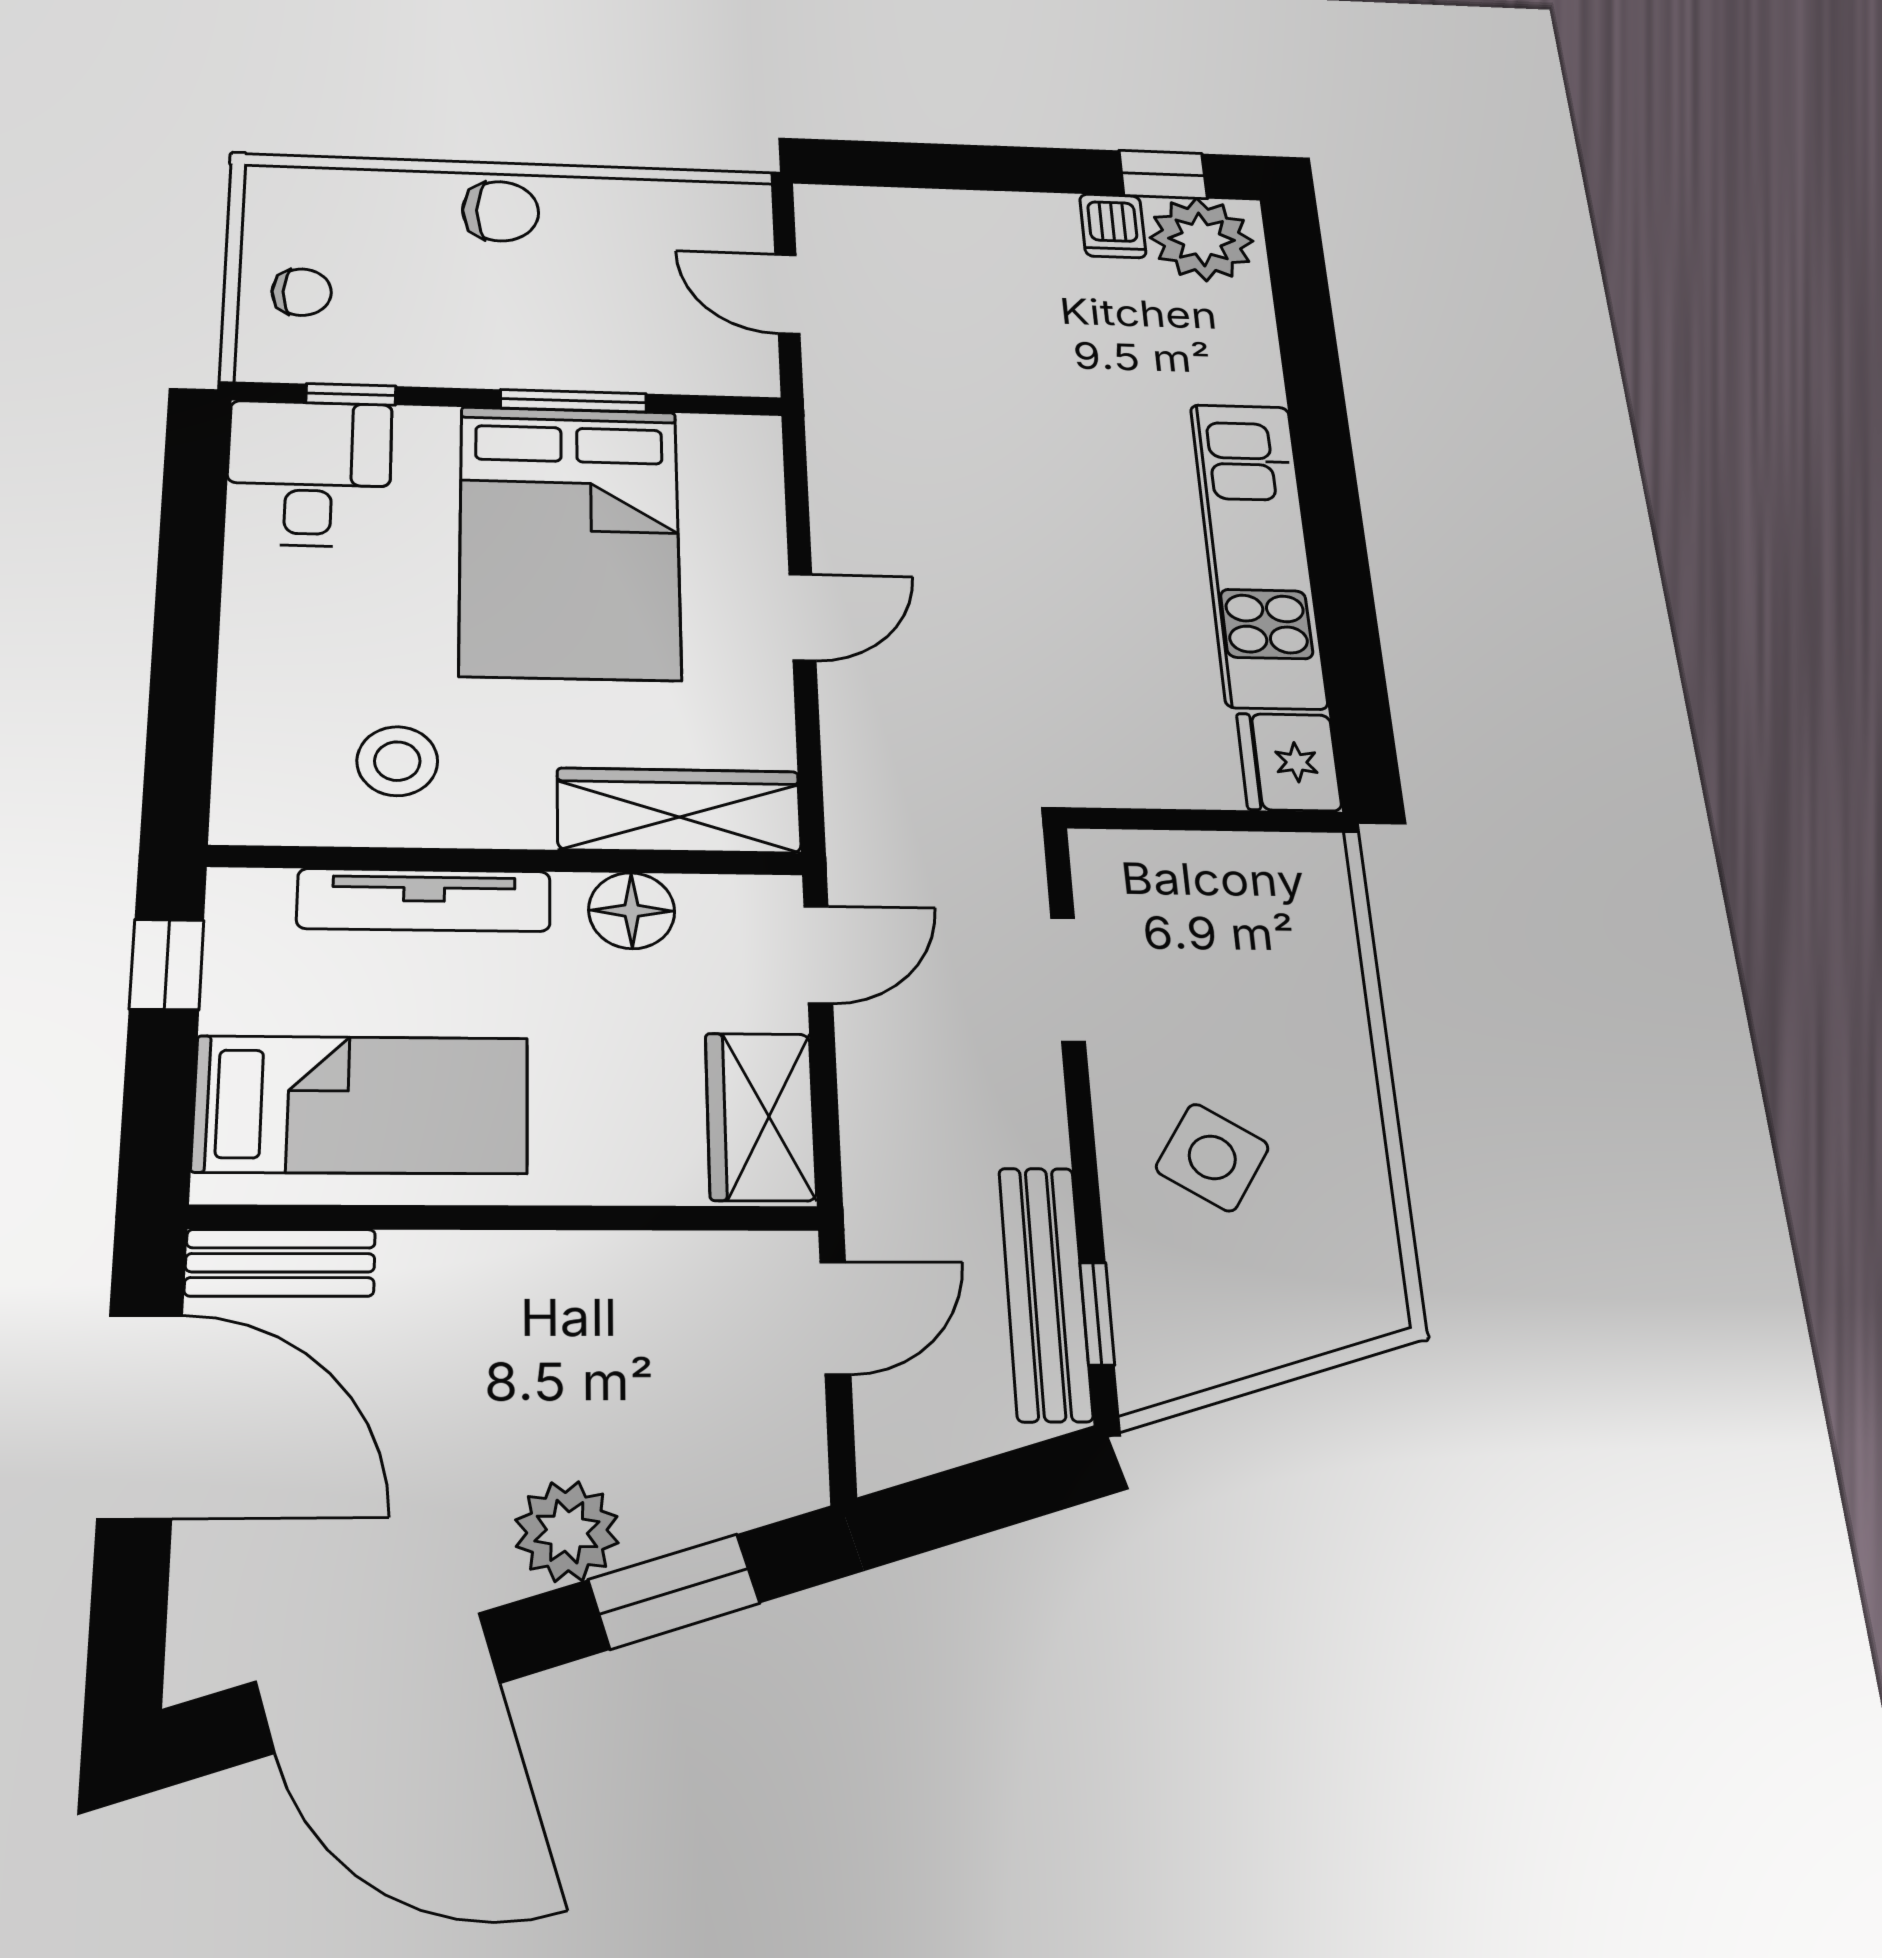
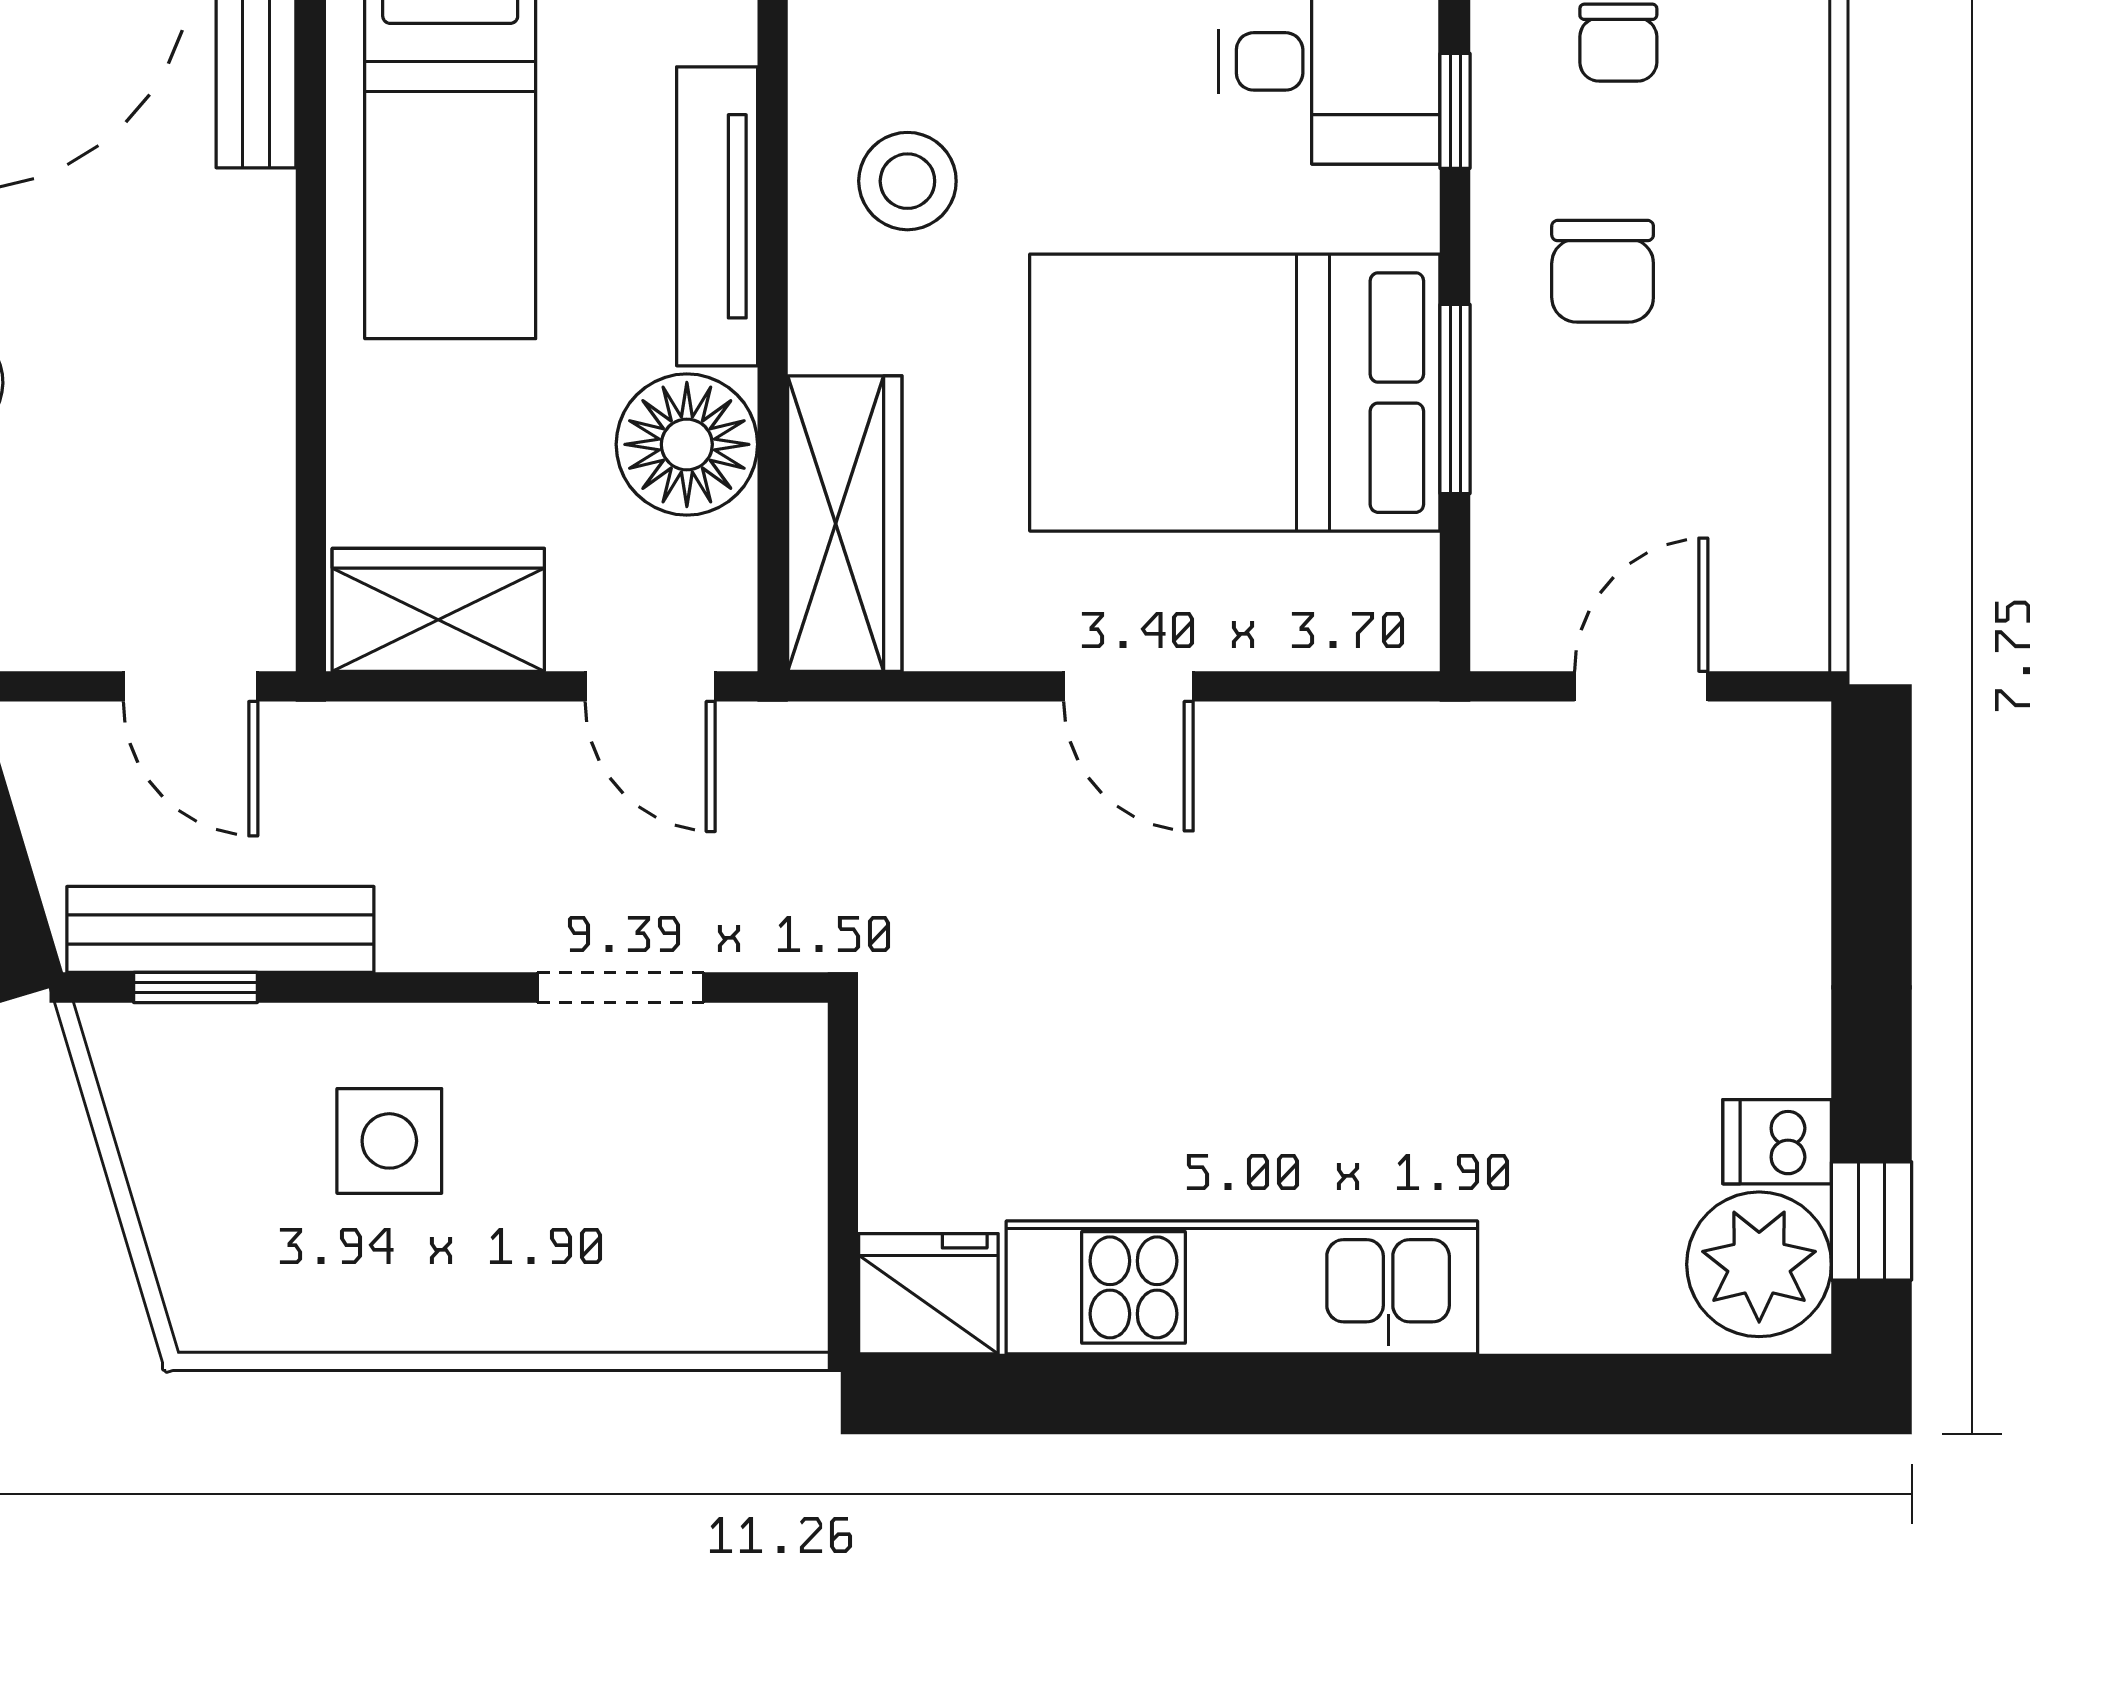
chair: (501, 211) -> (1603, 271), moved
floor lamp: (632, 911) -> (687, 444), width x1.38, depth x1.38
side table: (1212, 1157) -> (389, 1141), turned -32

